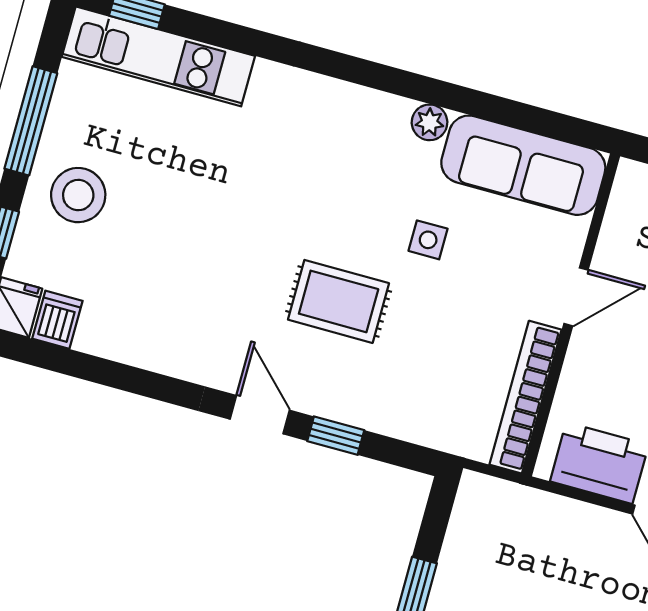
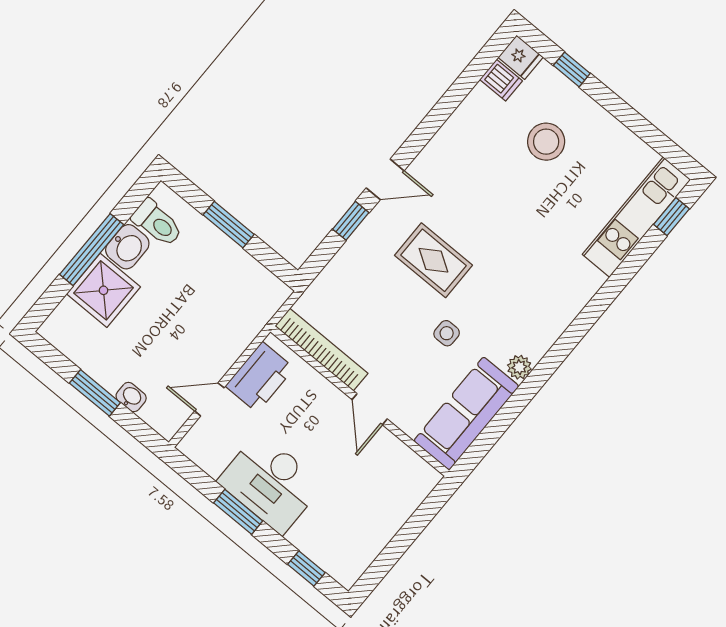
window: (31, 121) -> (632, 120), removed
stool: (78, 195) -> (546, 142), moved
rug: (339, 301) -> (433, 260), turned 90

